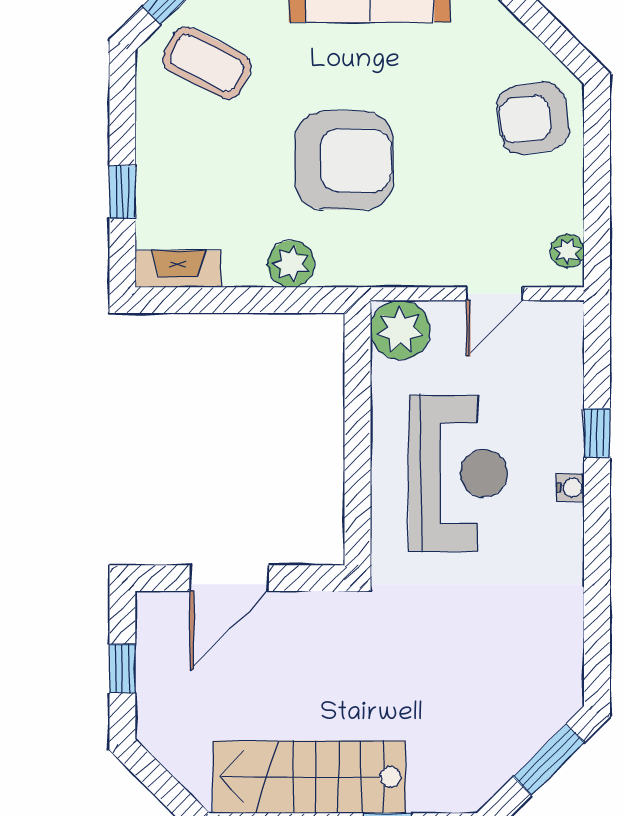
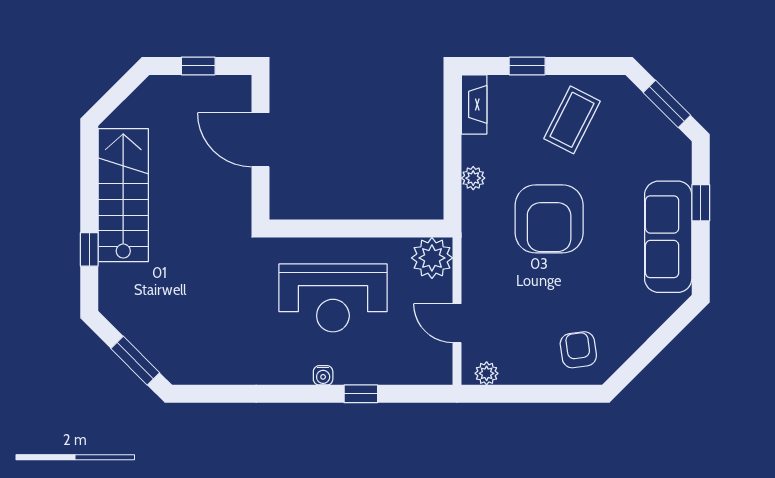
coffee table: (207, 63) -> (572, 120), moved
armchair: (533, 118) -> (578, 350), width x0.72, depth x0.72
plant: (291, 264) -> (473, 178), width x0.73, depth x0.73

